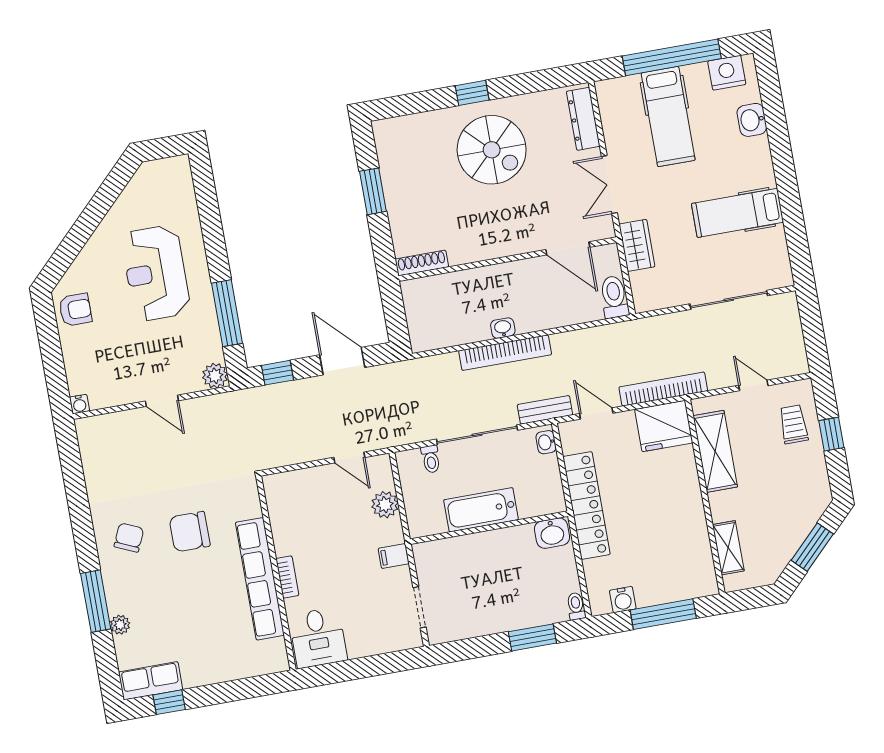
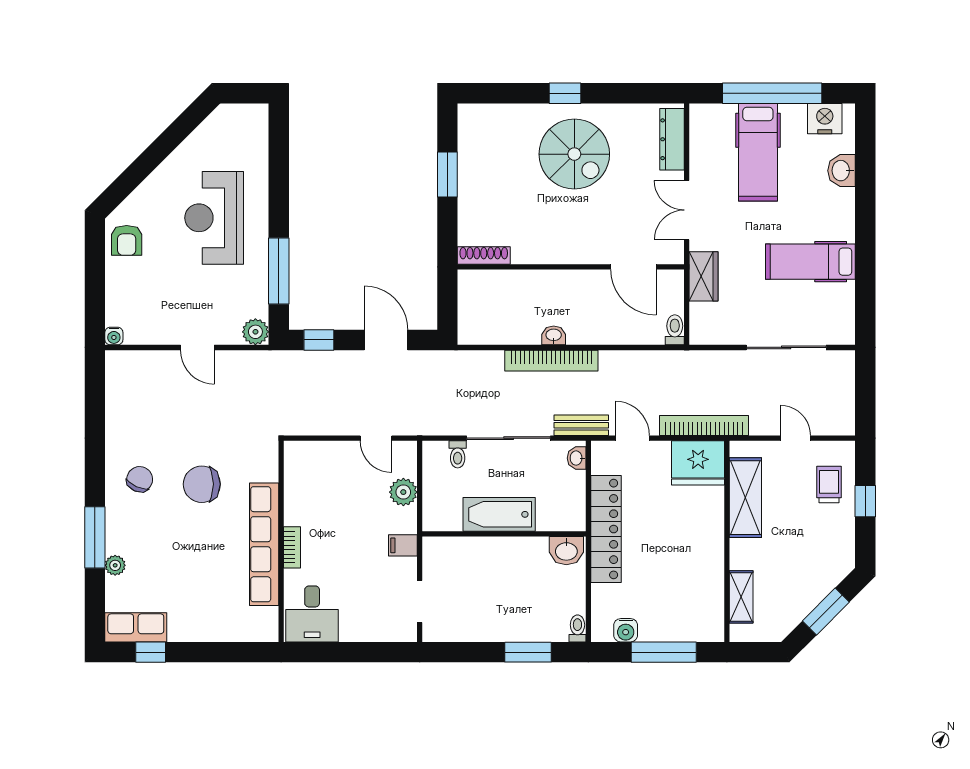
toilet: (614, 297) -> (675, 330), width x0.73, depth x0.72
armchair: (75, 310) -> (127, 240), turned 90

